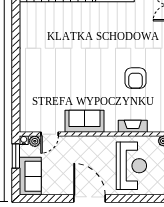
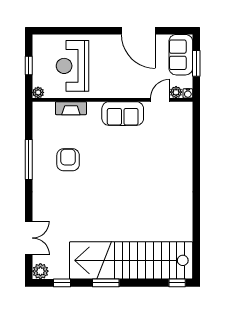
window: (16, 156) -> (196, 63), moved
door: (90, 199) -> (138, 31), moved

